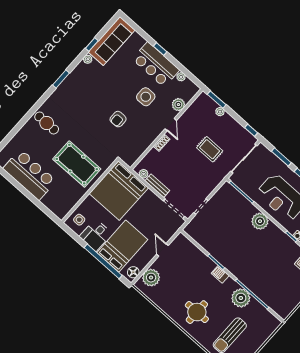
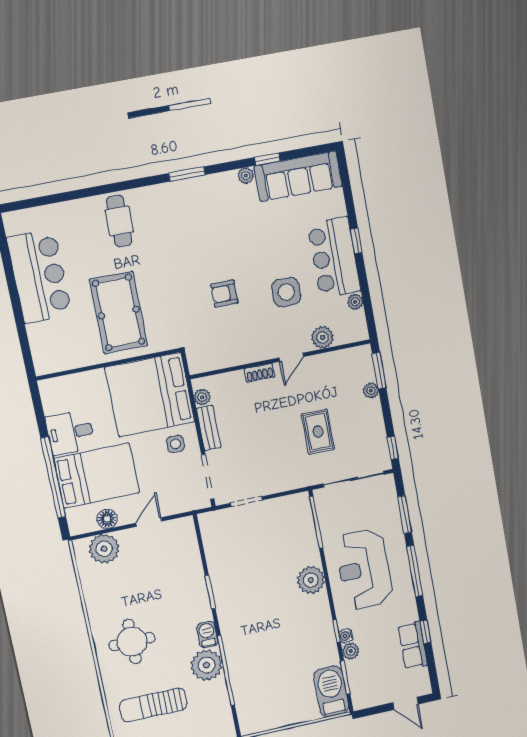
side table: (79, 220) -> (175, 444), moved
floor lamp: (133, 272) -> (107, 519), moved
barbecue: (220, 274) -> (207, 635), moved

